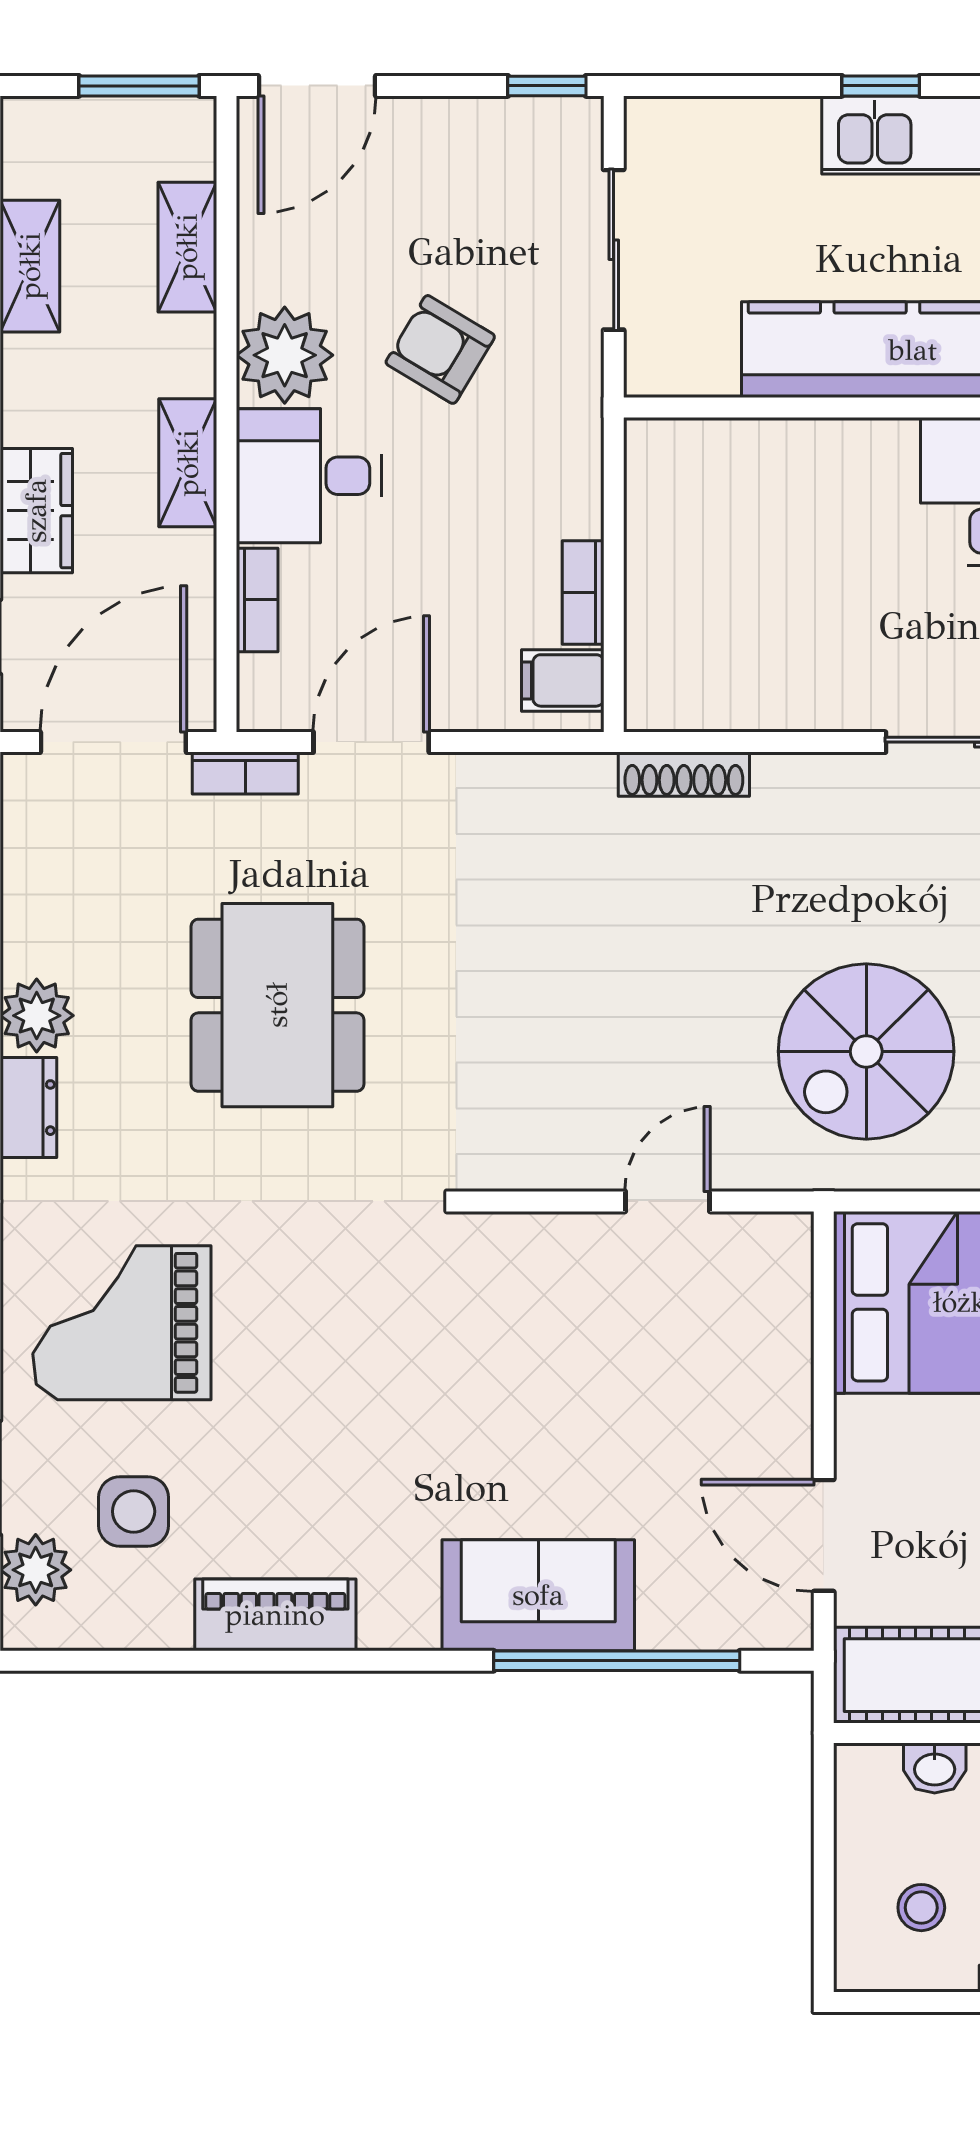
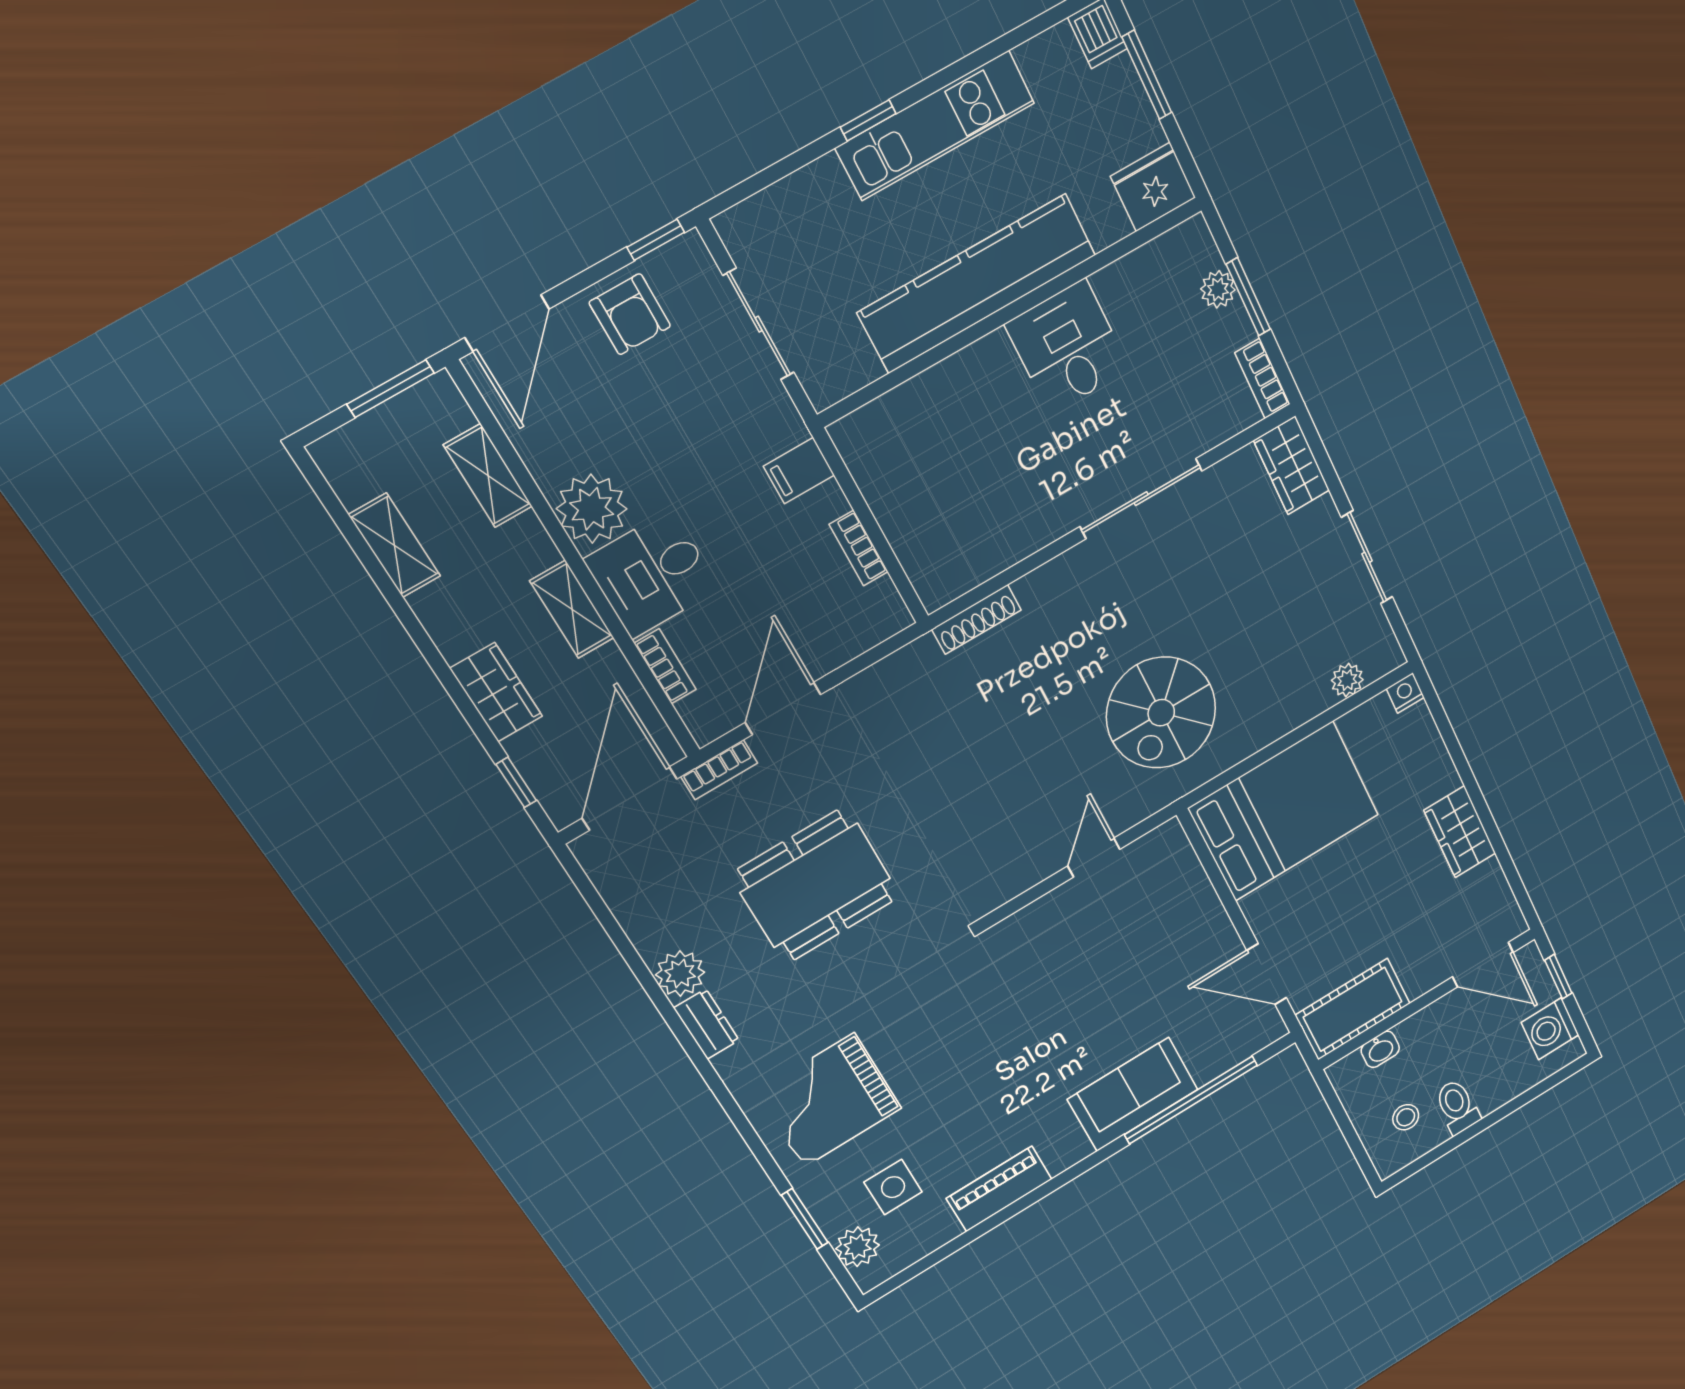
armchair: (440, 349) -> (630, 314), moved, turned -121
filing cabinet: (563, 680) -> (799, 471), moved
dining table: (277, 1005) -> (816, 885), turned 90

